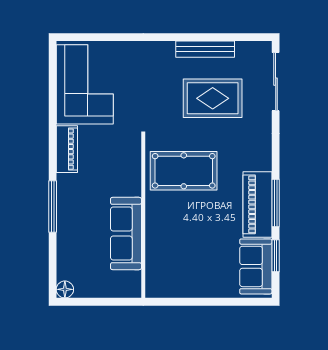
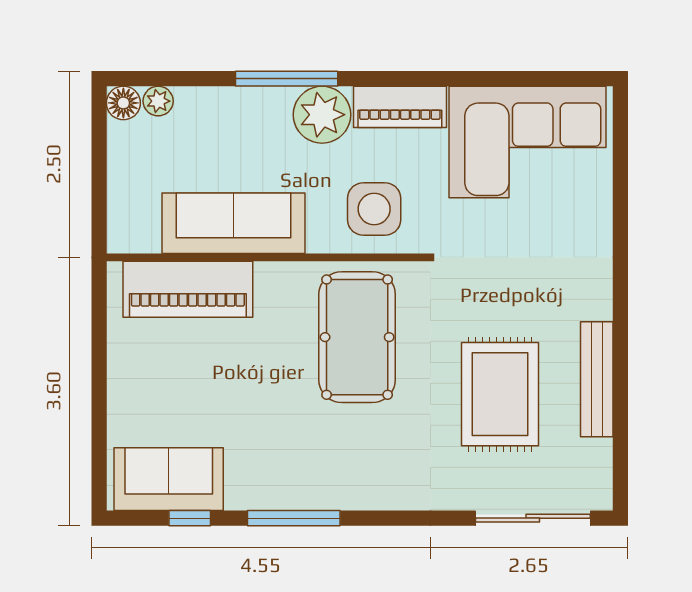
side table: (119, 162) -> (374, 209), added
plant: (71, 189) -> (322, 115), added
piano: (258, 204) -> (188, 289), moved, turned 180
window: (276, 256) -> (190, 518), width x0.67
plant: (64, 272) -> (158, 101), added

